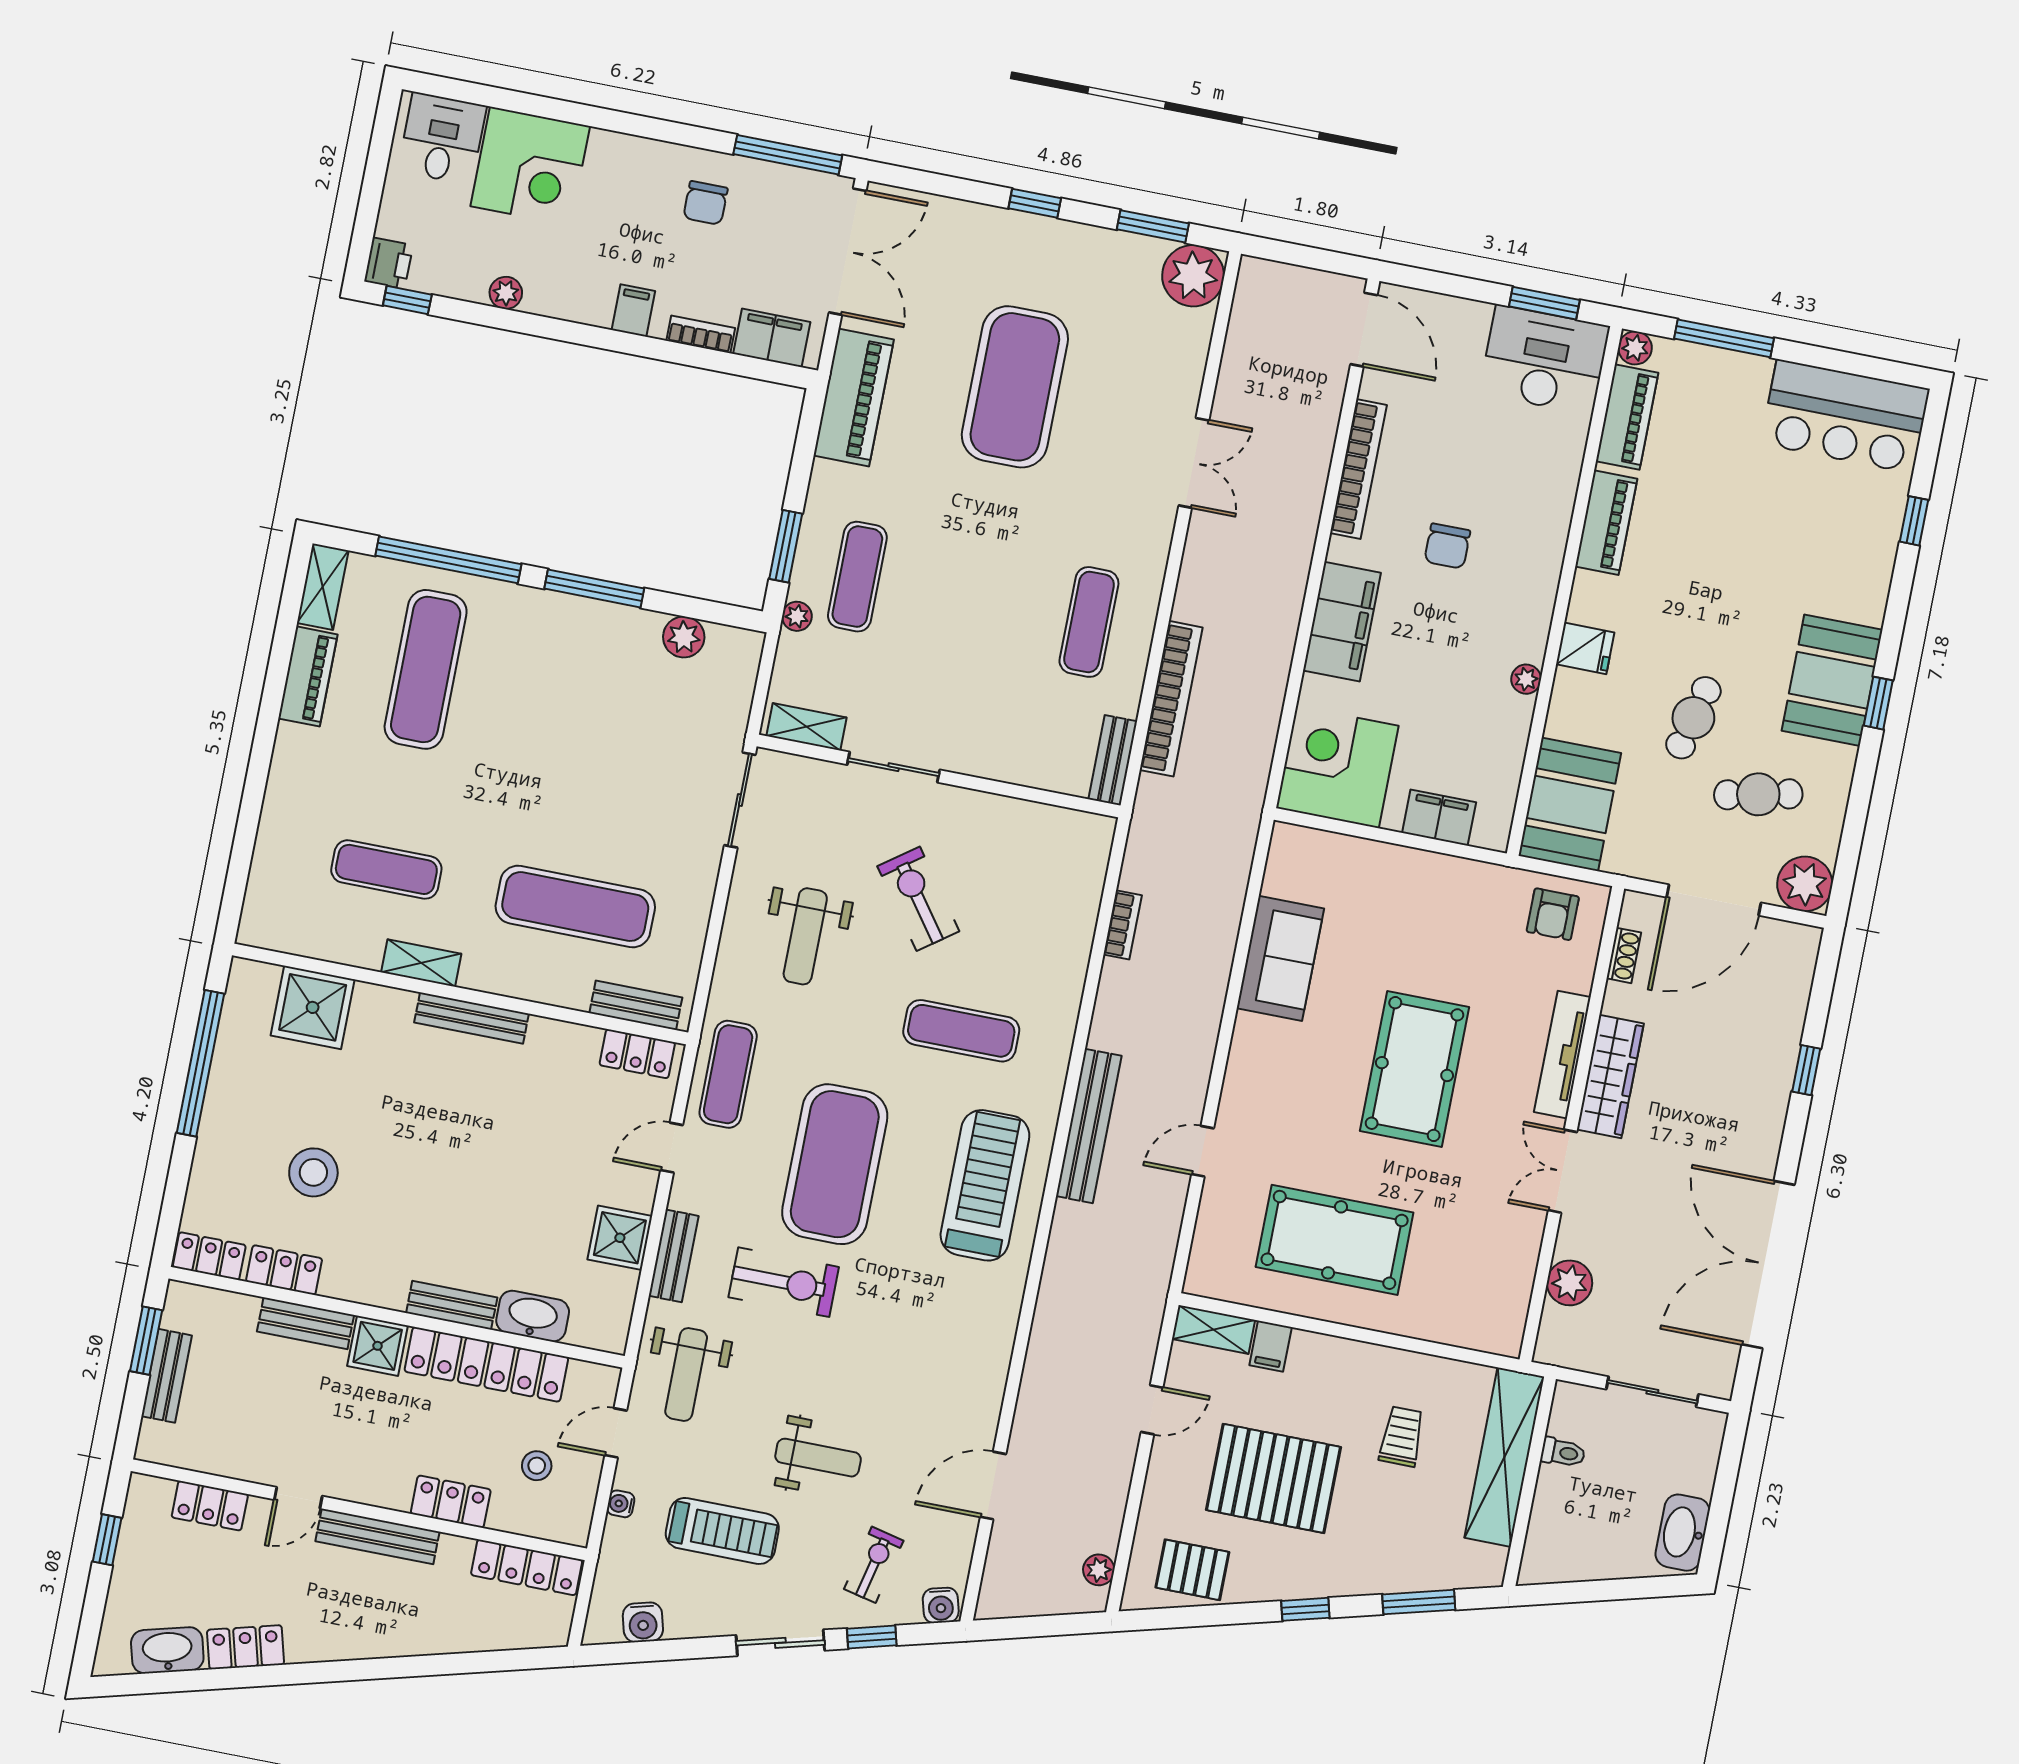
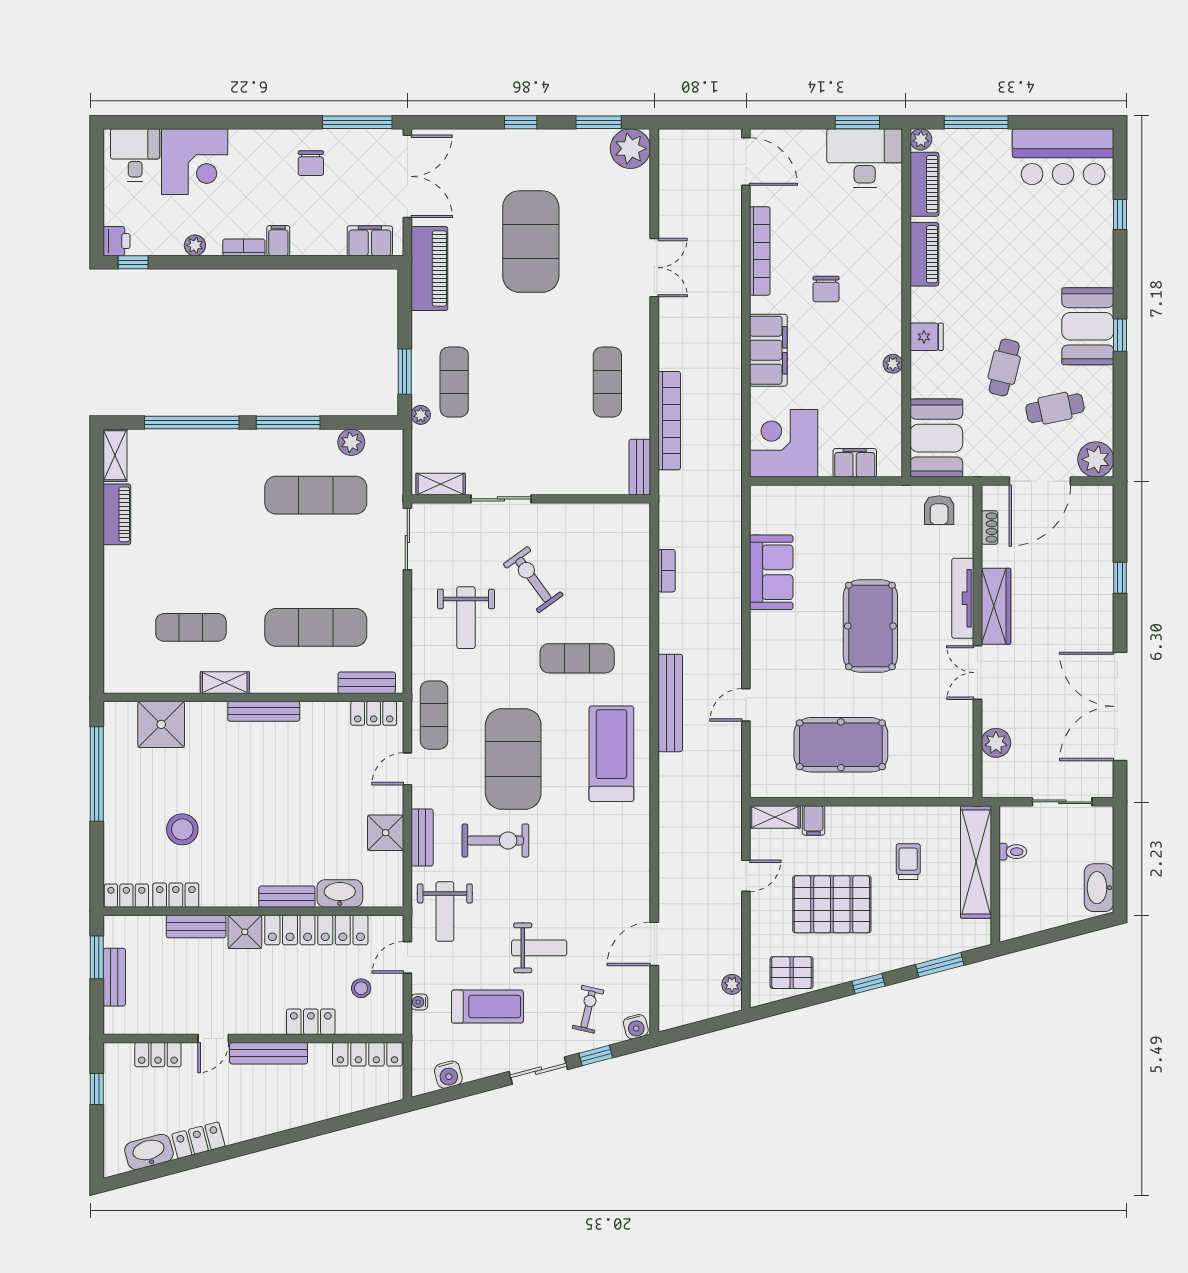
bookcase: (701, 334) -> (244, 247), moved
exercise mat: (426, 669) -> (316, 495), moved, turned 90

